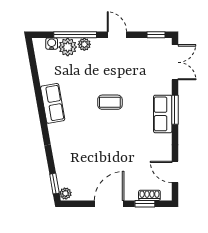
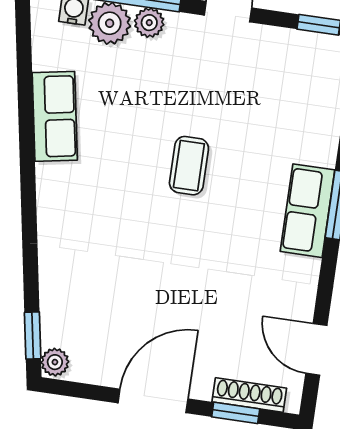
coffee table: (110, 102) -> (189, 166), turned 90
row of seats: (53, 103) -> (55, 116), moved
shoe rack: (149, 195) -> (249, 395), width x1.43

